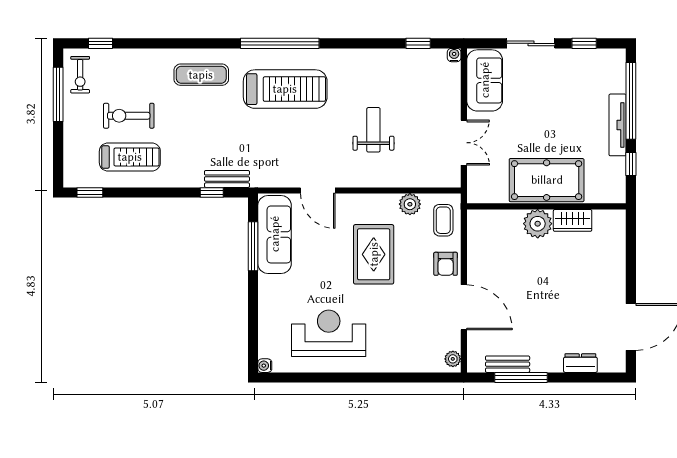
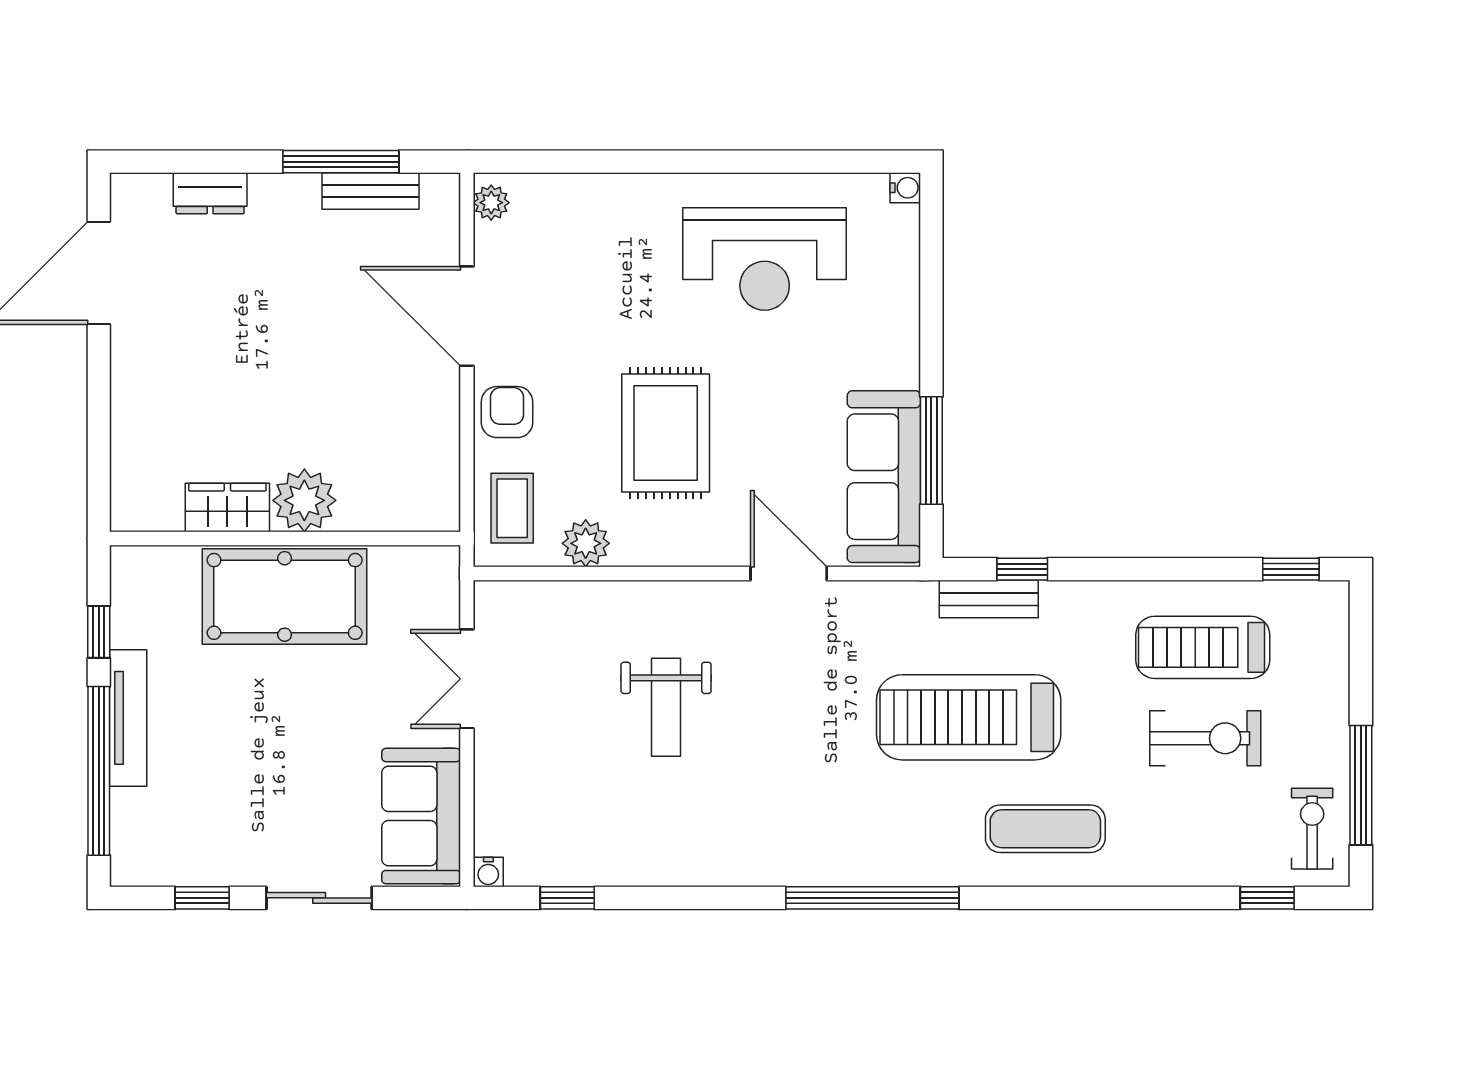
treadmill: (285, 89) -> (969, 717), moved

